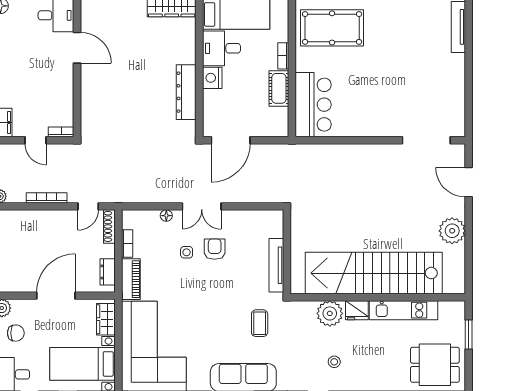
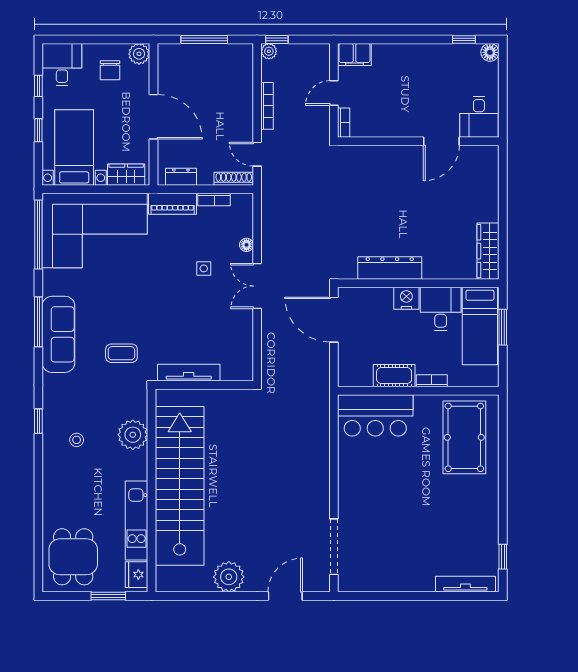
armchair: (215, 249) -> (207, 301), removed
fridge: (357, 310) -> (137, 575), moved

